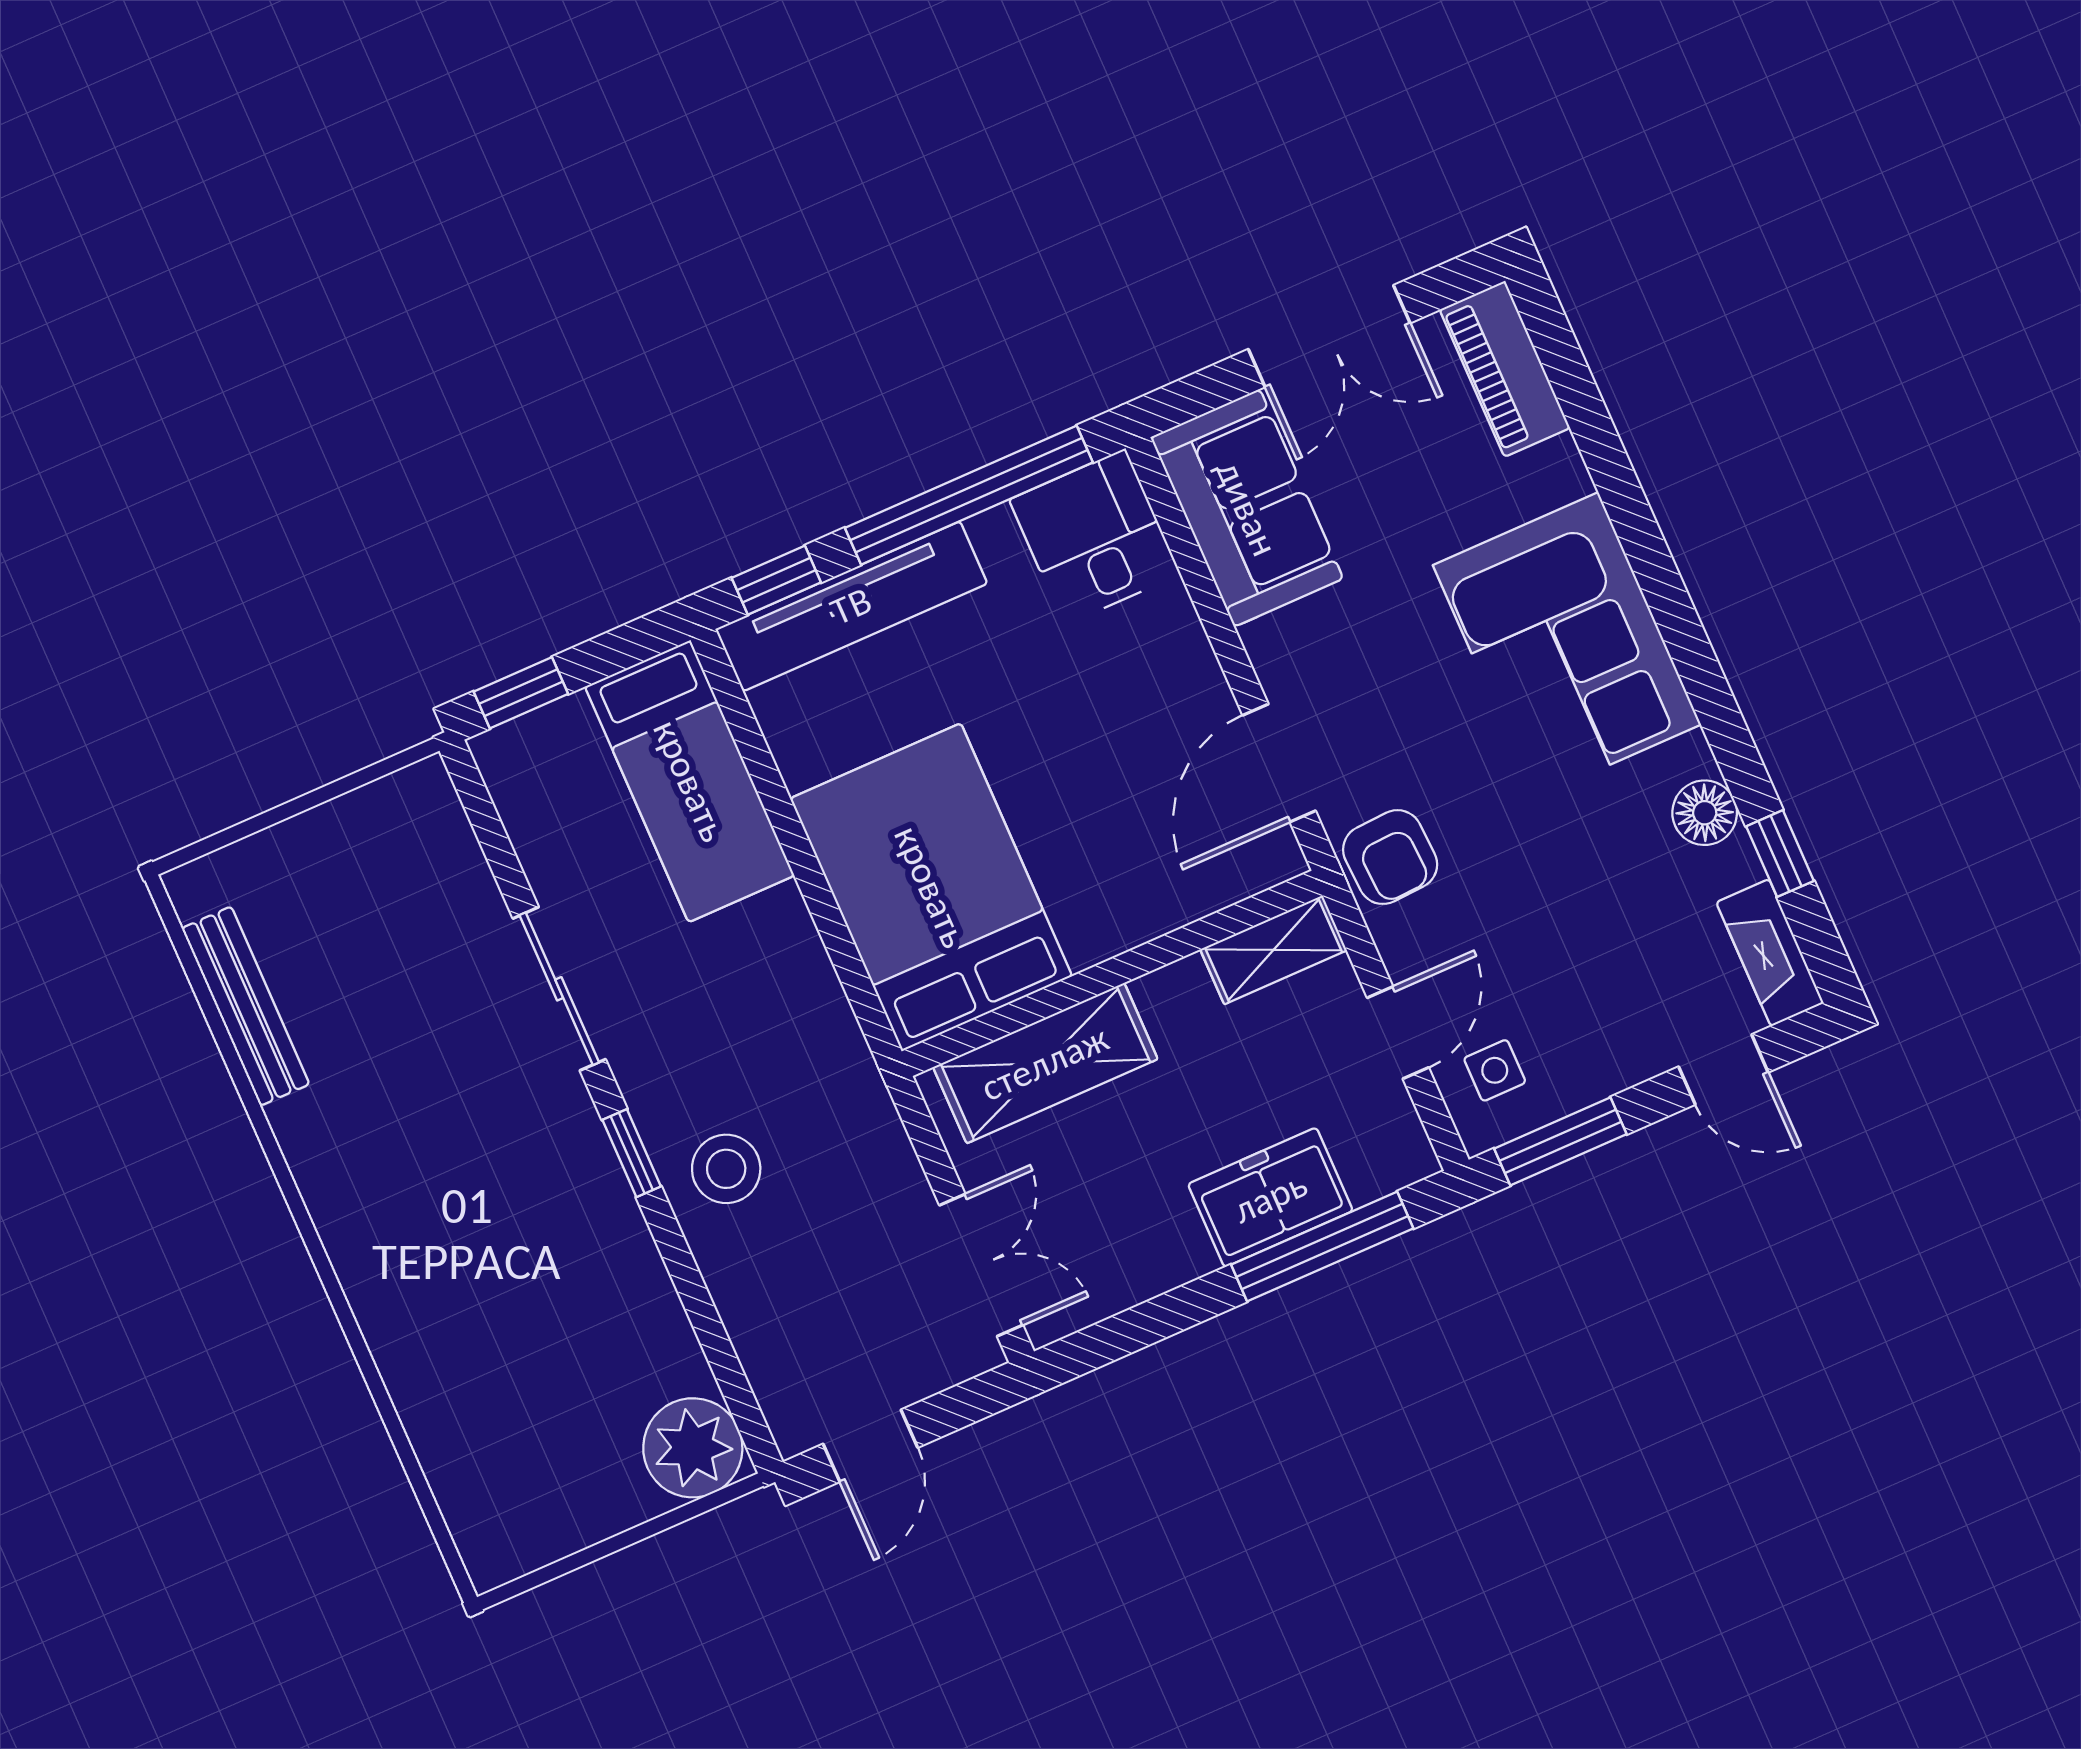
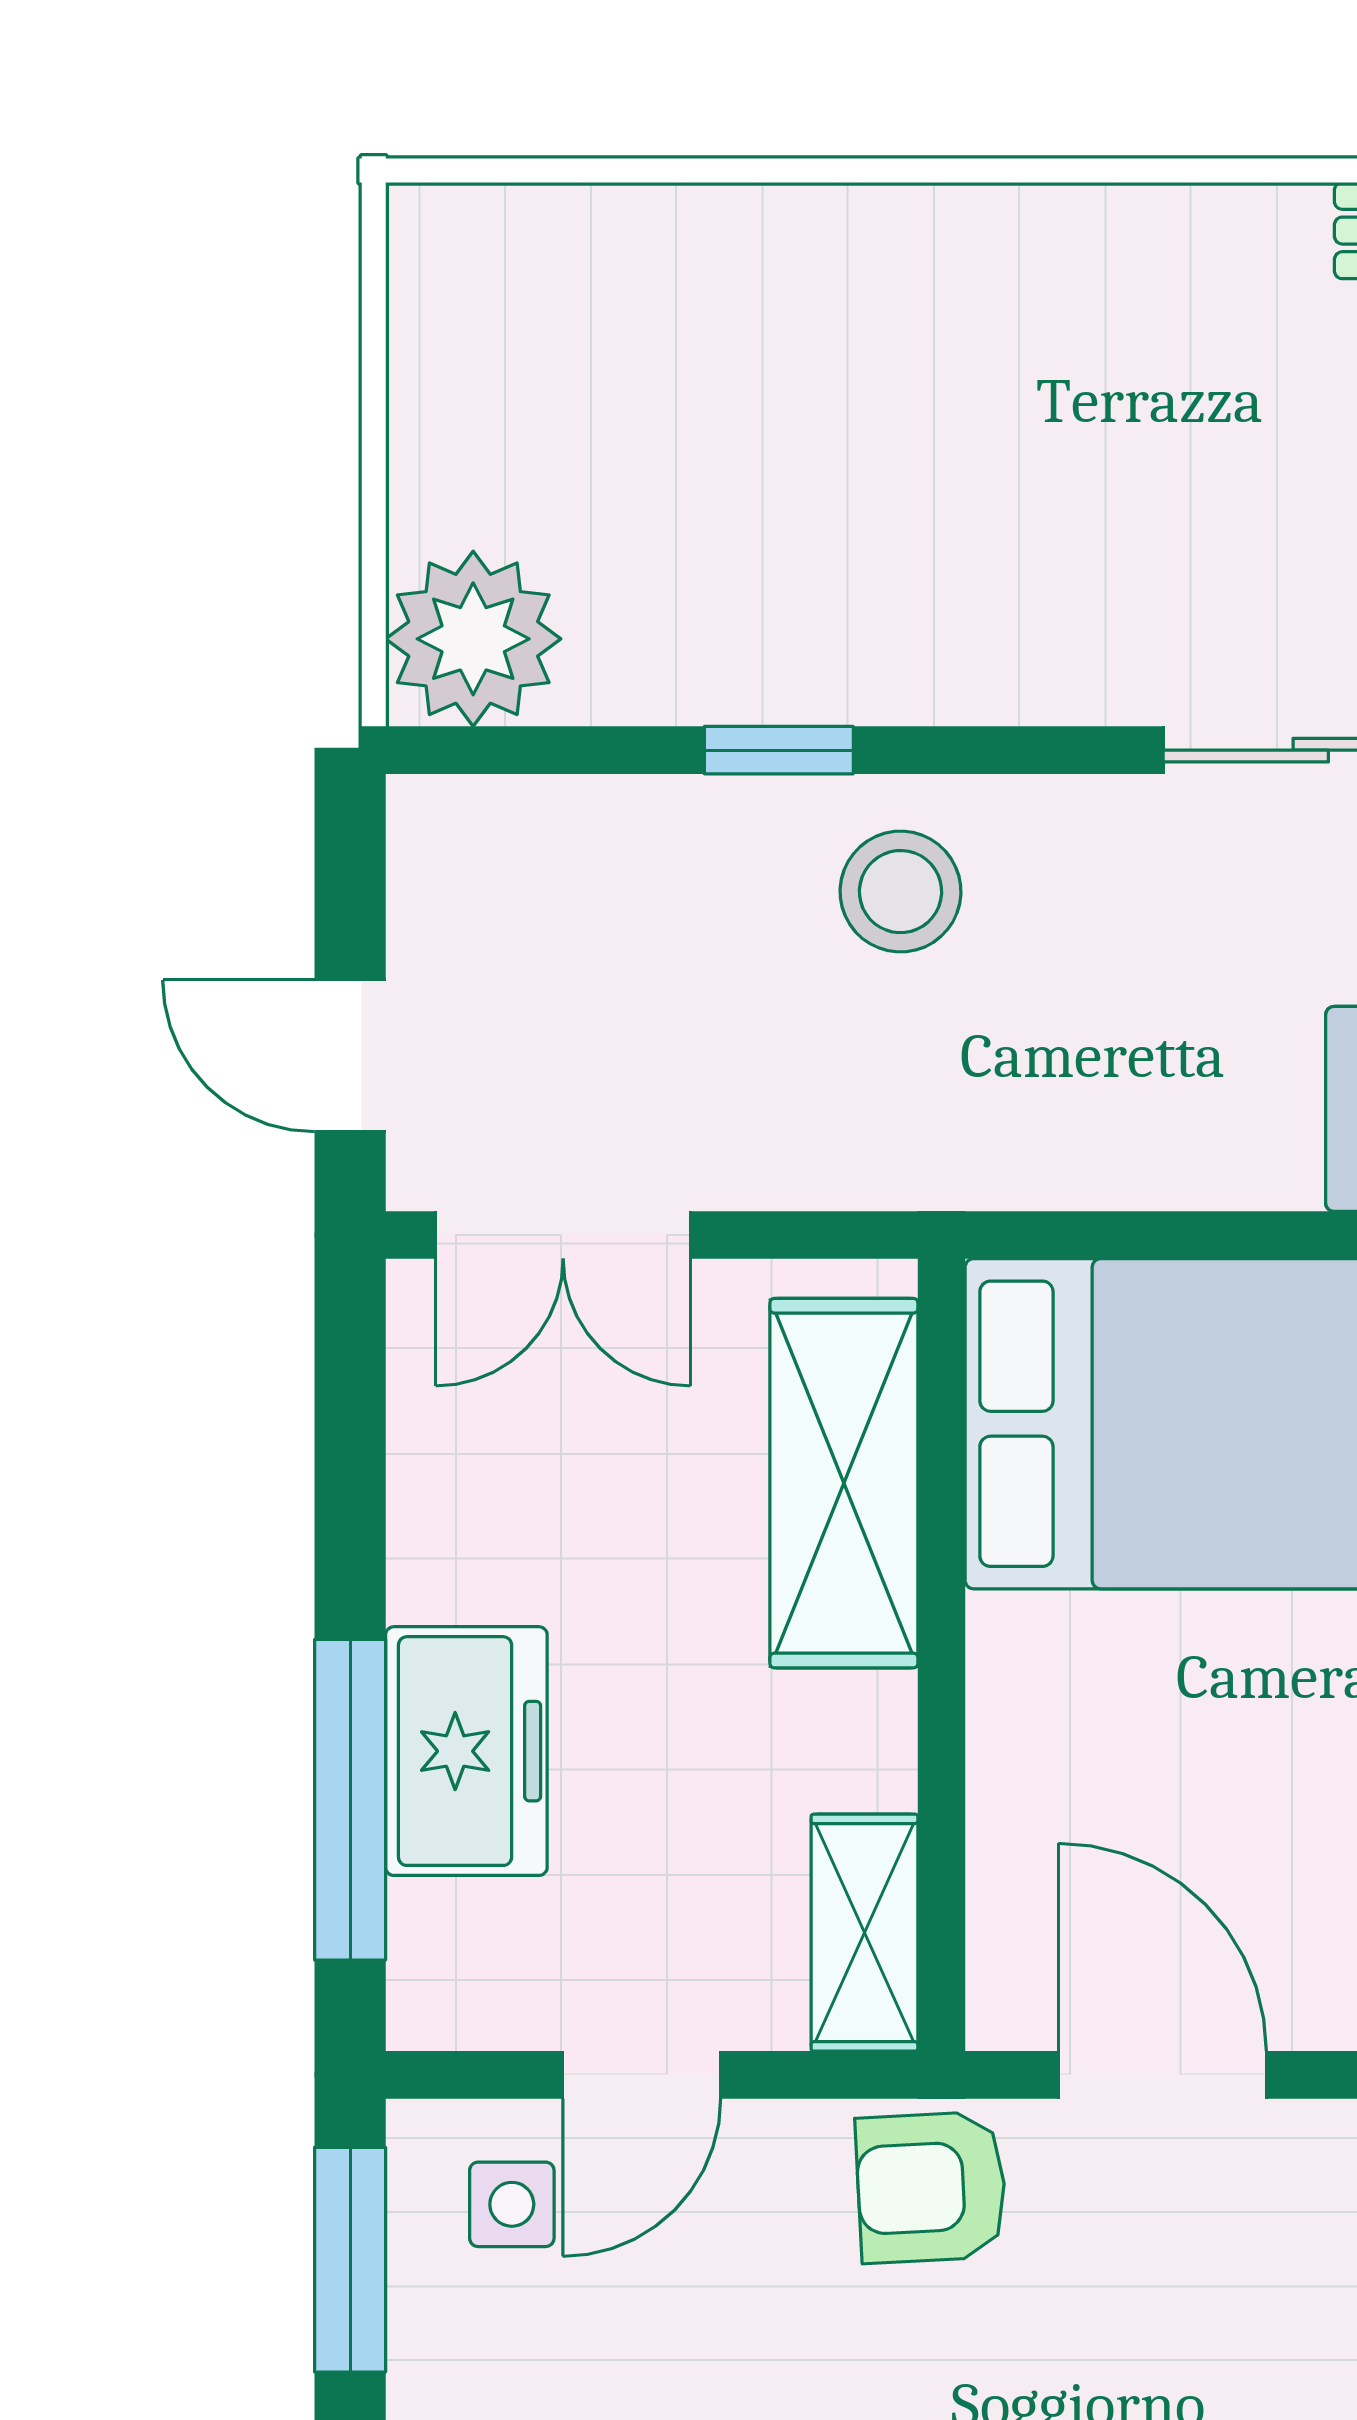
door: (1398, 1033) -> (642, 2075), hinge flipped
window: (632, 1153) -> (779, 750), moved
door: (870, 1446) -> (350, 1056), moved

